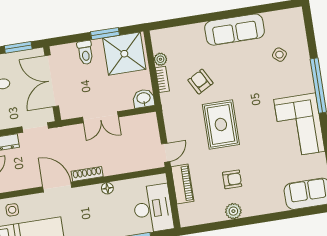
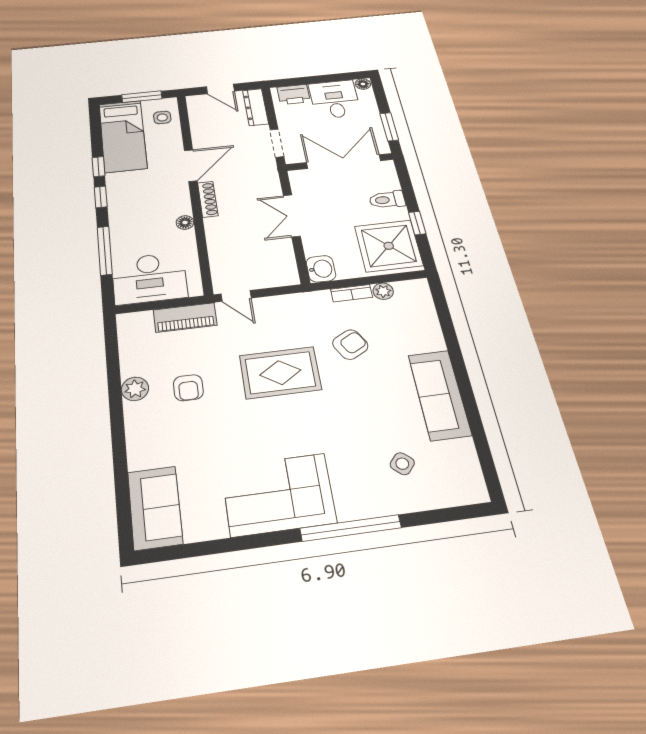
window: (105, 34) -> (417, 223), width x0.67

